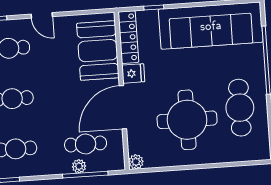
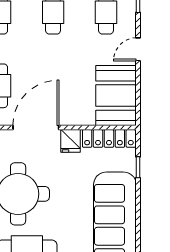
booth: (98, 51) -> (116, 96), moved, turned 90
door: (123, 107) -> (36, 128), hinge flipped

